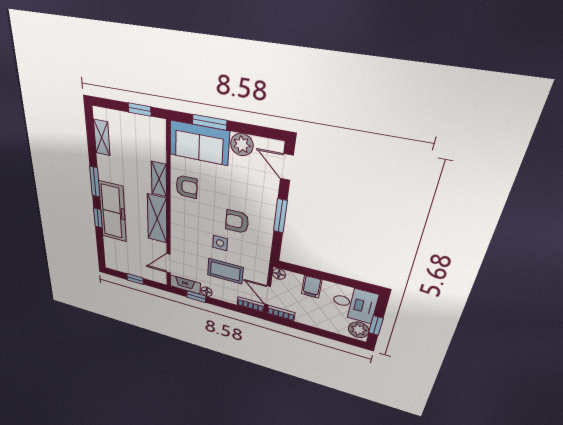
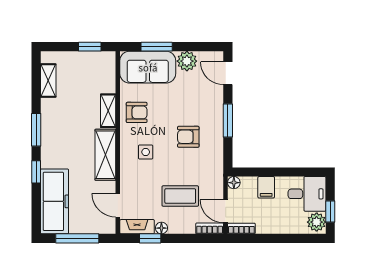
freezer: (113, 212) -> (55, 201), moved
side table: (220, 243) -> (146, 152), moved
door: (169, 263) -> (118, 205), hinge flipped
window: (135, 279) -> (77, 238), width x2.17

